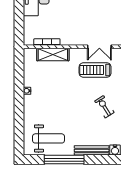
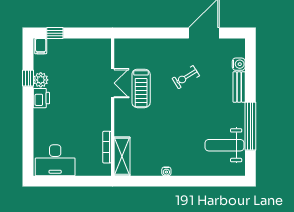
shelving: (53, 54) -> (122, 156), moved
weight bench: (48, 138) -> (225, 145), turned -90
bench: (92, 150) -> (239, 87), width x0.73

